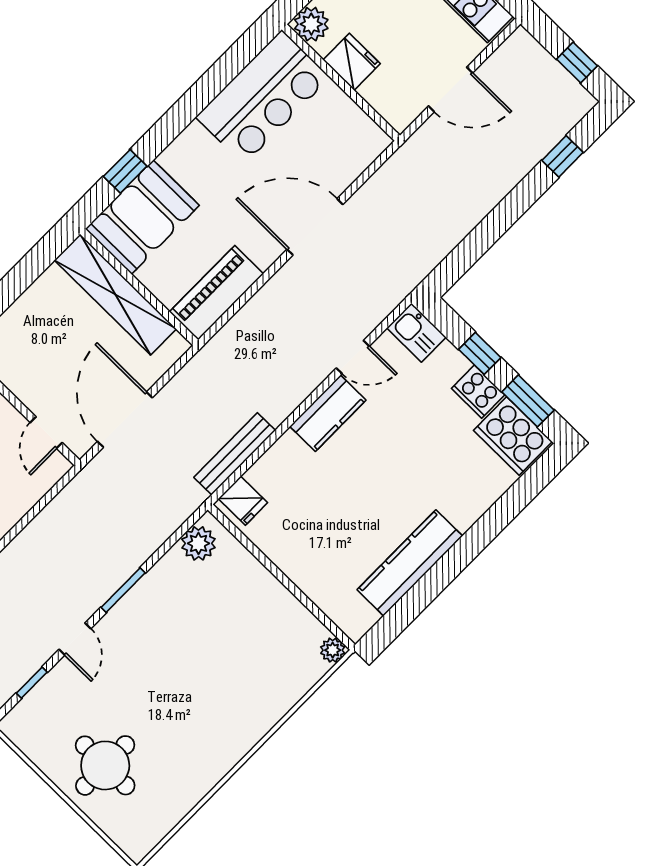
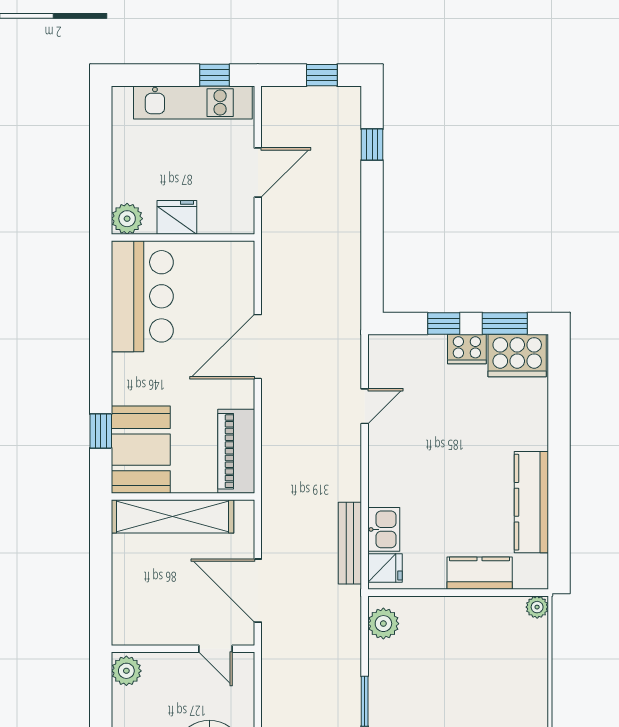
kitchen sink: (416, 333) -> (384, 529), moved, turned -90
kitchen counter: (328, 413) -> (480, 573), moved, turned -90

